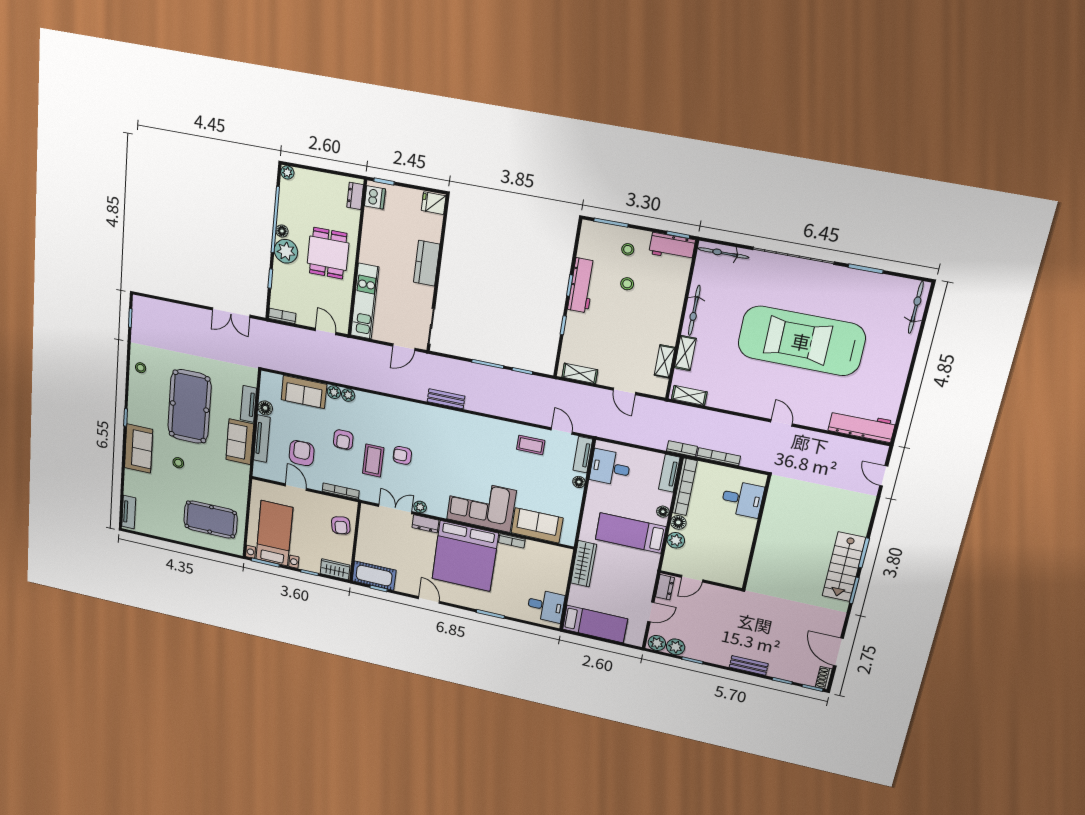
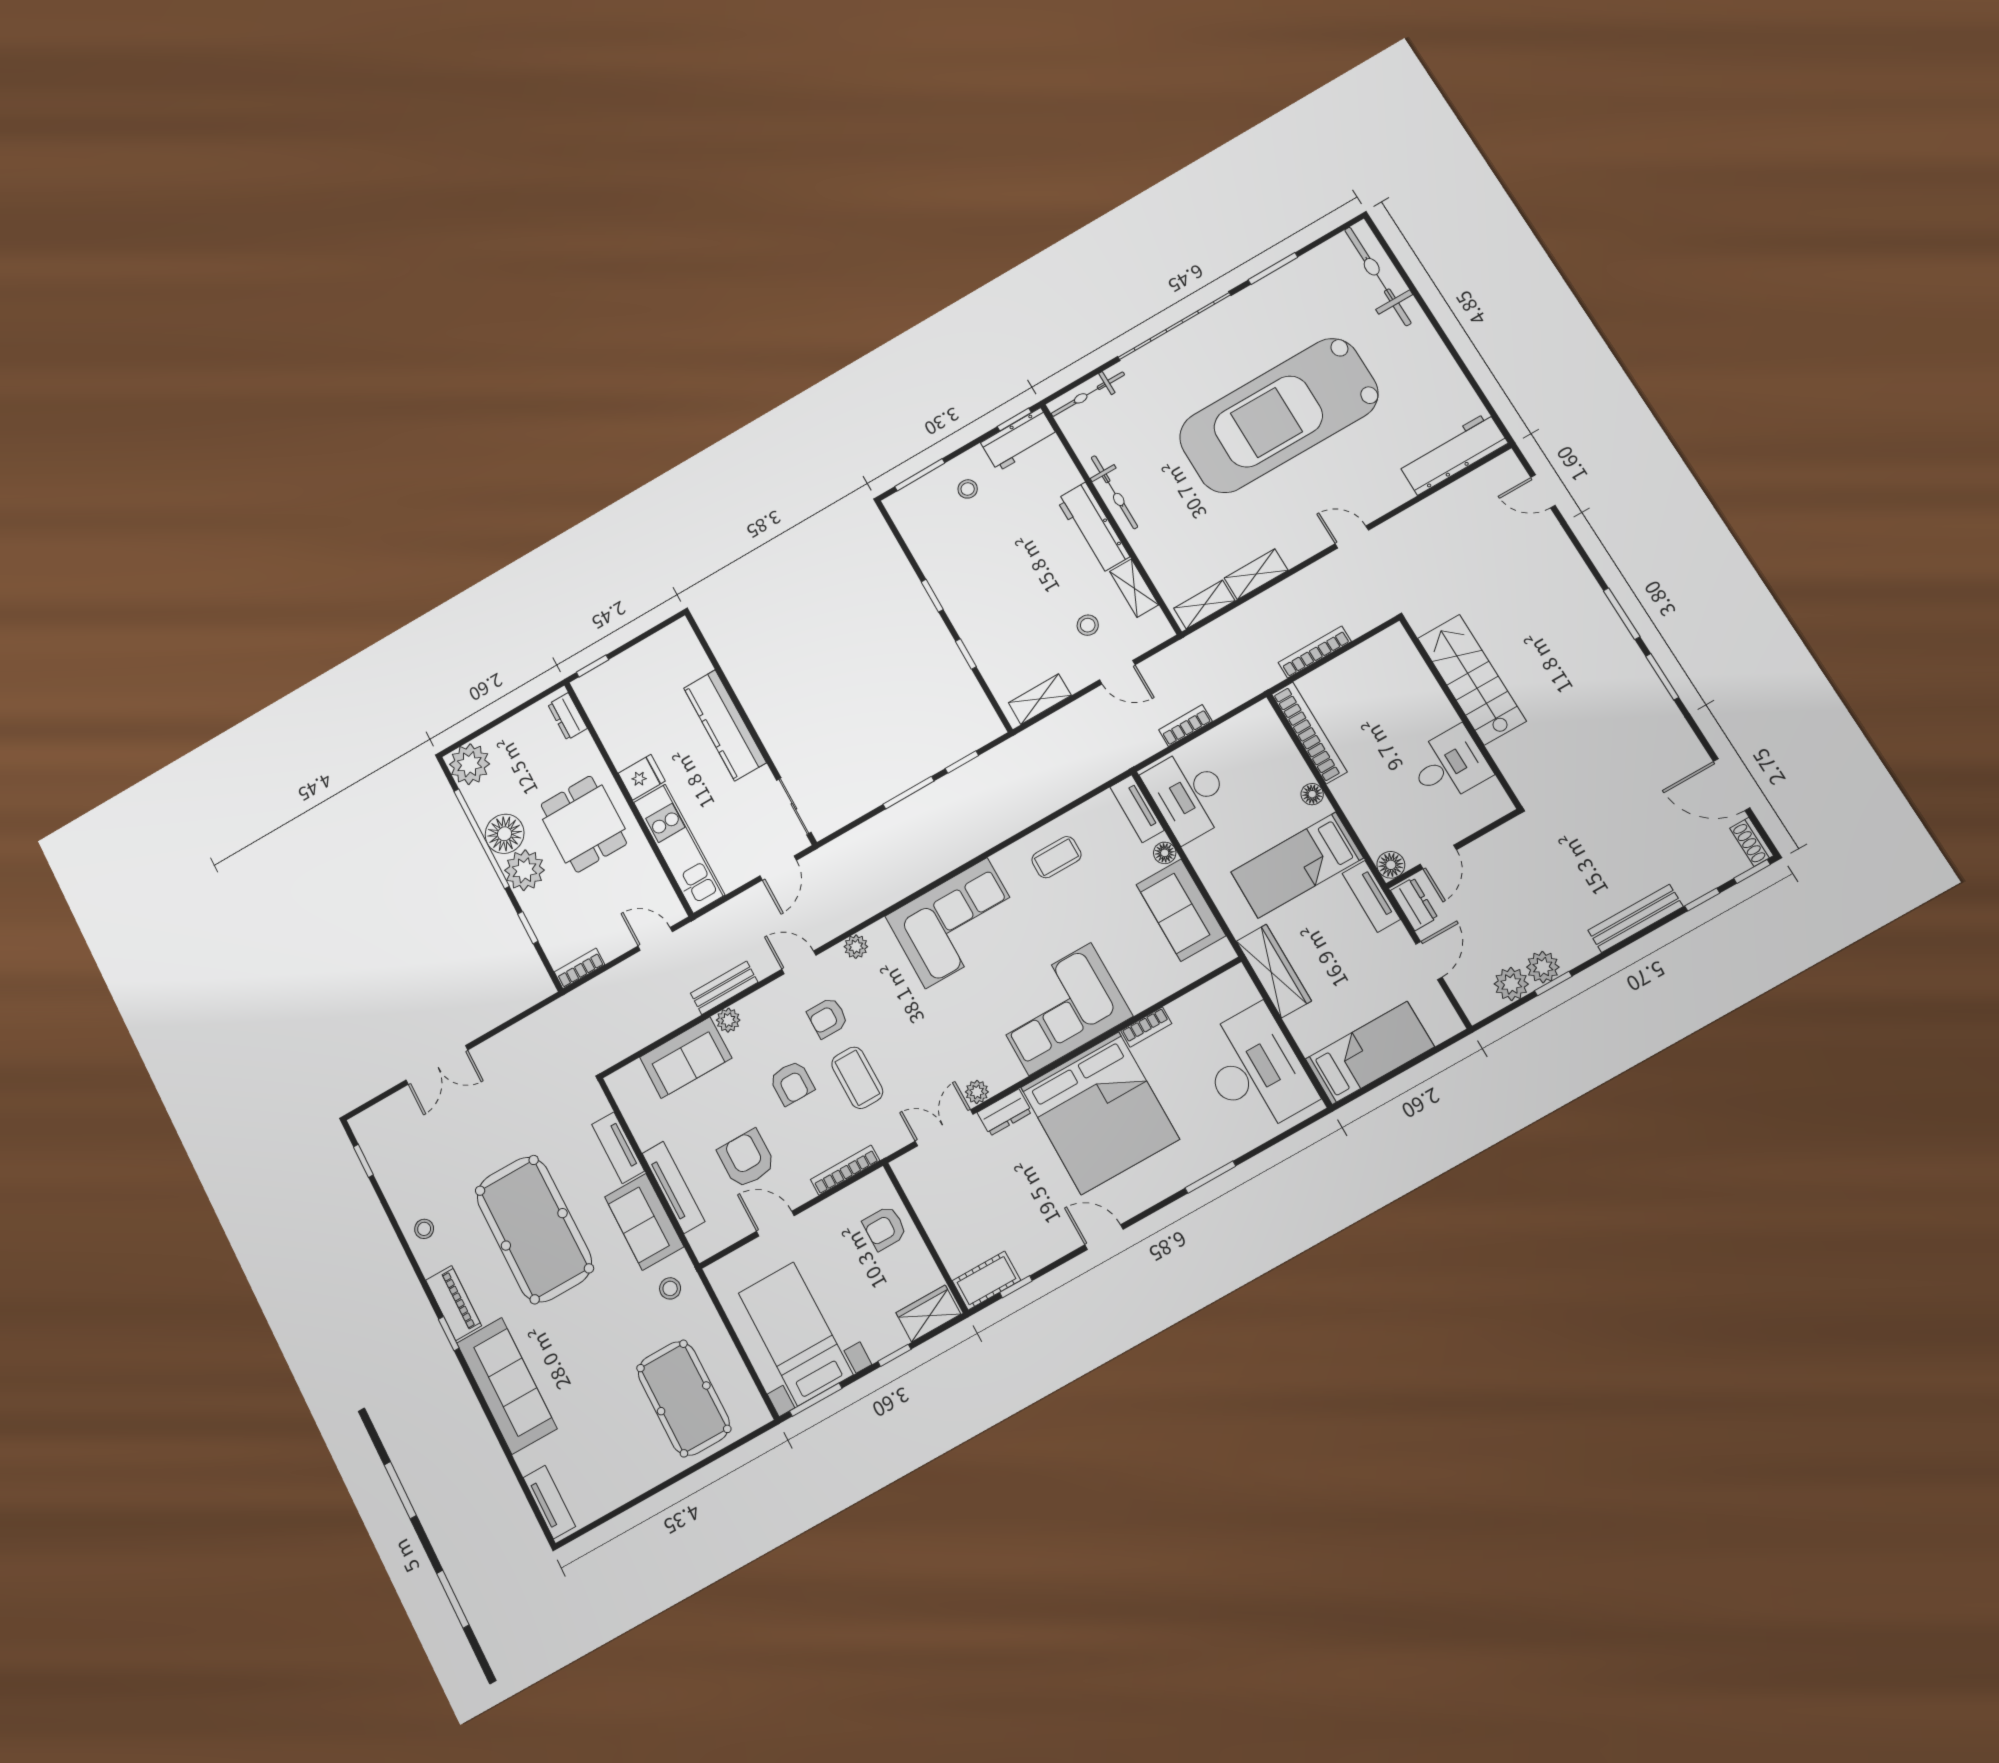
plant: (287, 172) -> (470, 764), width x1.88, depth x1.88
dishwasher: (375, 197) -> (595, 696), removed
fridge: (434, 203) -> (642, 777), moved, turned 180
floor lamp: (282, 231) -> (505, 834), width x1.89, depth x1.89
kitchen counter: (427, 263) -> (725, 725), width x1.50
stool: (627, 284) -> (1088, 625), moved
workbench: (582, 285) -> (1093, 528), moved, turned 180
bicycle: (916, 307) -> (1378, 276), width x1.37, depth x1.40
double door: (231, 313) -> (437, 1065), moved
shelving: (685, 353) -> (1256, 574), moved, turned 90
plant: (348, 395) -> (856, 947), moved
bench: (446, 399) -> (724, 988), moved
piano: (135, 407) -> (454, 1303), added
floor lamp: (265, 408) -> (646, 1132), removed
door: (562, 431) -> (799, 962), moved
corner sofa: (465, 435) -> (956, 923), added
sofa: (139, 449) -> (507, 1386), width x1.36
bookcase: (682, 449) -> (1185, 725), moved
armchair: (402, 455) -> (828, 1018), moved
stool: (178, 463) -> (670, 1288), moved
desk: (610, 468) -> (1189, 794), width x1.37
tv unit: (669, 473) -> (1371, 896), moved
desk: (742, 499) -> (1449, 765), moved
pool table: (211, 519) -> (684, 1398), turned 90
floor lamp: (678, 522) -> (1391, 865), moved
armchair: (341, 525) -> (885, 1228), turned 100
sofa: (537, 525) -> (1181, 910), moved, turned -90
plant: (676, 540) -> (1366, 820), removed
stairs: (844, 567) -> (1472, 680), moved, turned 180
cot: (374, 576) -> (986, 1281), width x0.73, depth x0.75
desk: (546, 606) -> (1255, 1070), width x1.87, depth x1.30
plant: (657, 643) -> (1543, 967), moved
bench: (749, 665) -> (1635, 918), width x1.36

